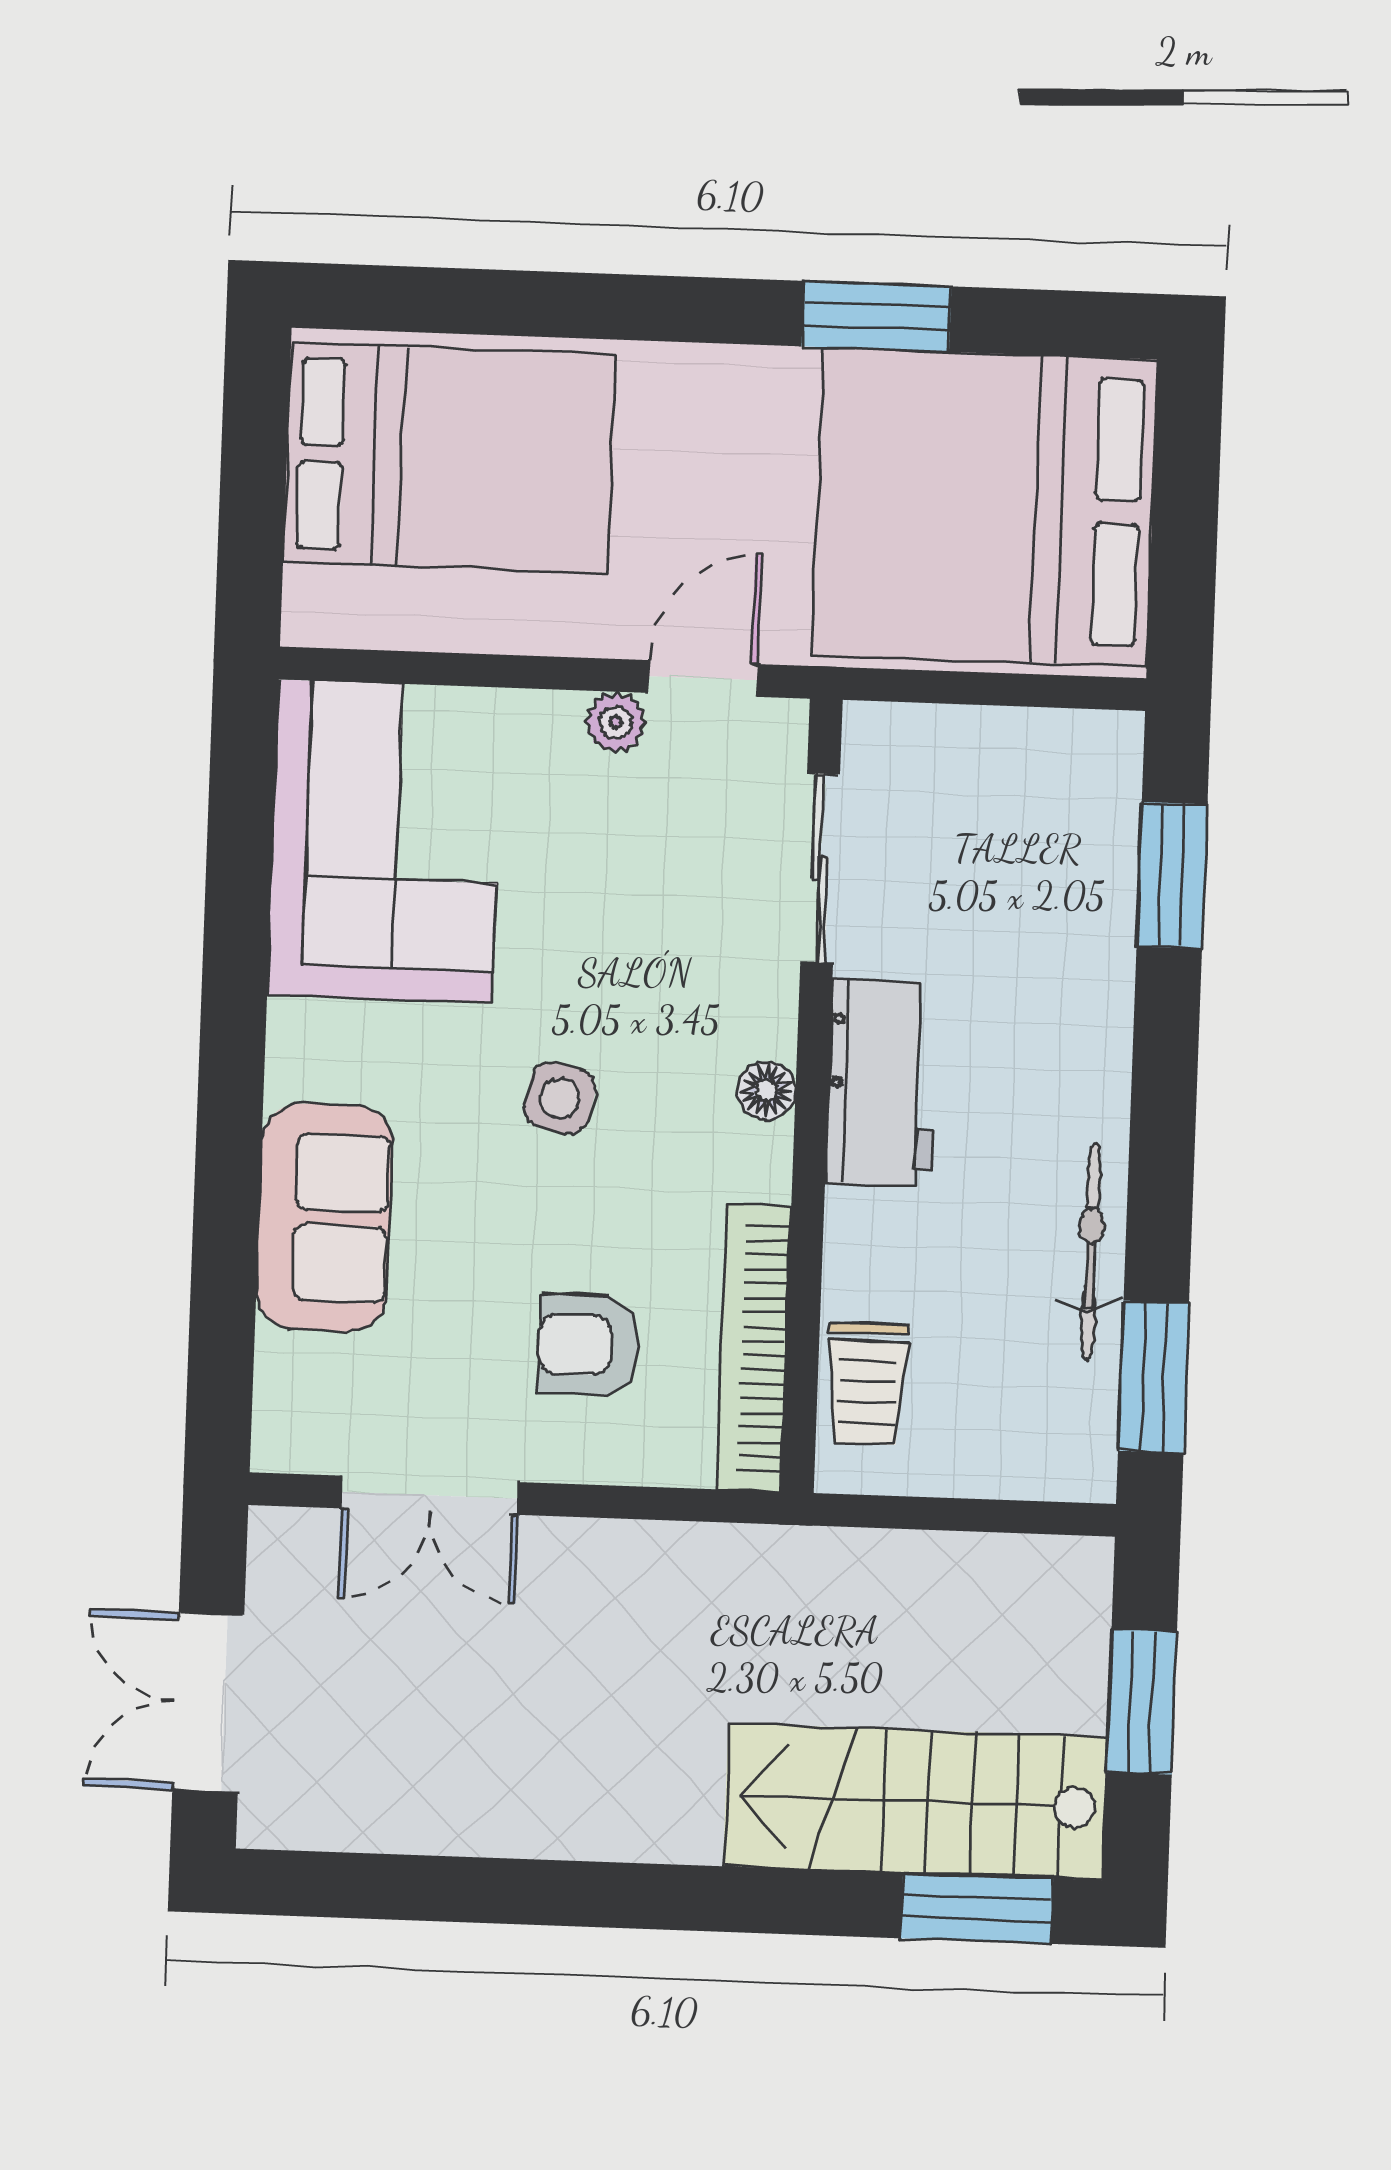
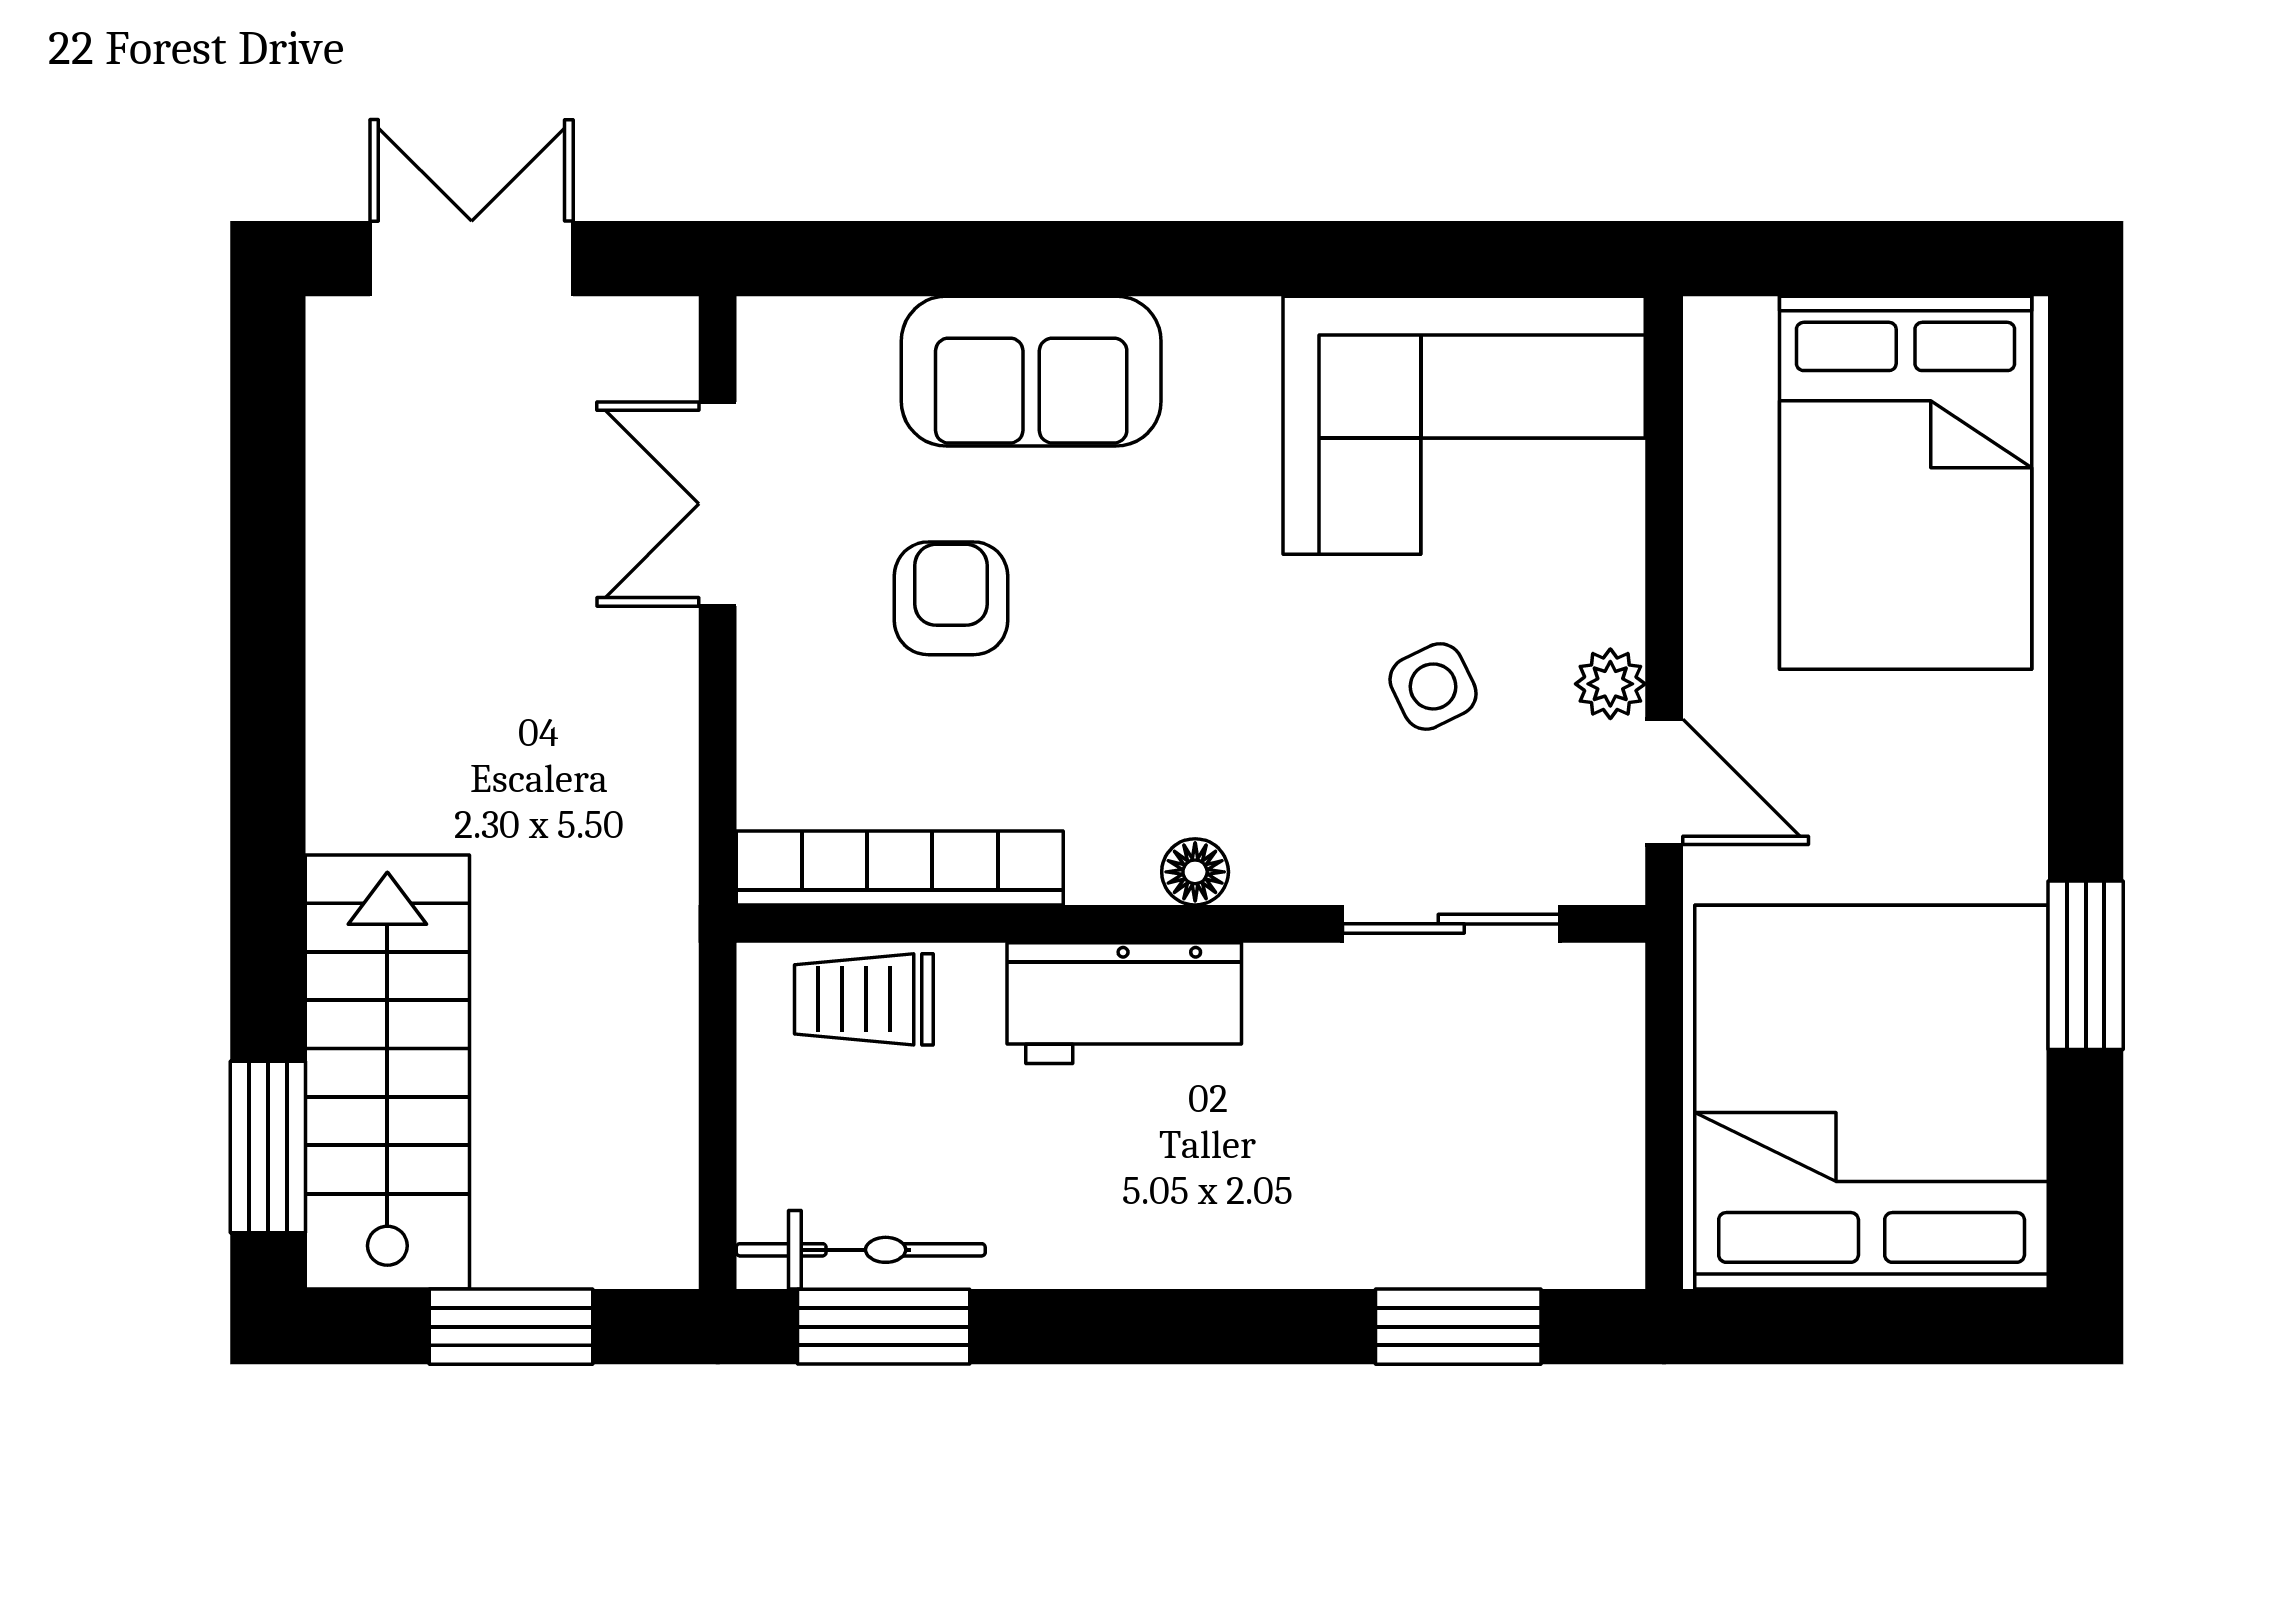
workbench: (881, 1083) -> (1124, 1003), moved
side table: (560, 1098) -> (1433, 686), moved, turned -38
bicycle: (1091, 1252) -> (861, 1250), moved
armchair: (589, 1345) -> (951, 598), moved

